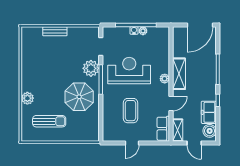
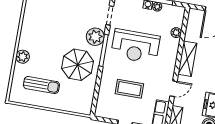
reception desk: (129, 71) -> (135, 46), turned 180
plant: (165, 79) -> (176, 33), moved
coffee table: (131, 111) -> (129, 89), turned 90

